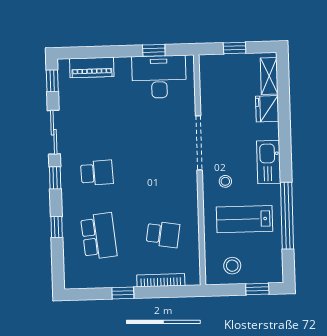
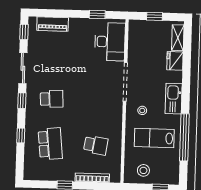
desk: (159, 77) -> (110, 42), moved, turned 90

